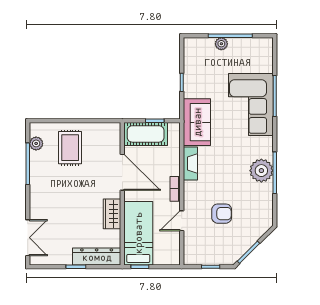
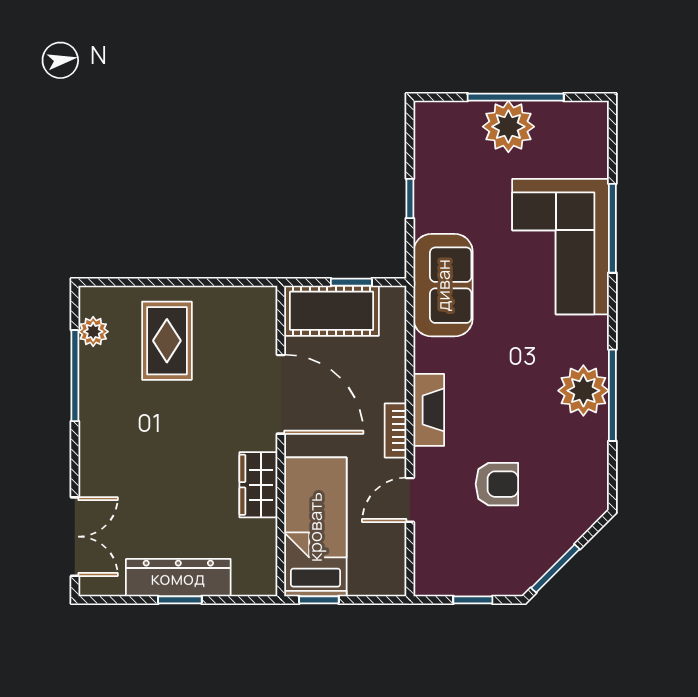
plant: (221, 44) -> (508, 127), width x1.88, depth x1.88
fireplace: (190, 163) -> (429, 410), moved
dresser: (97, 257) -> (178, 578), moved

